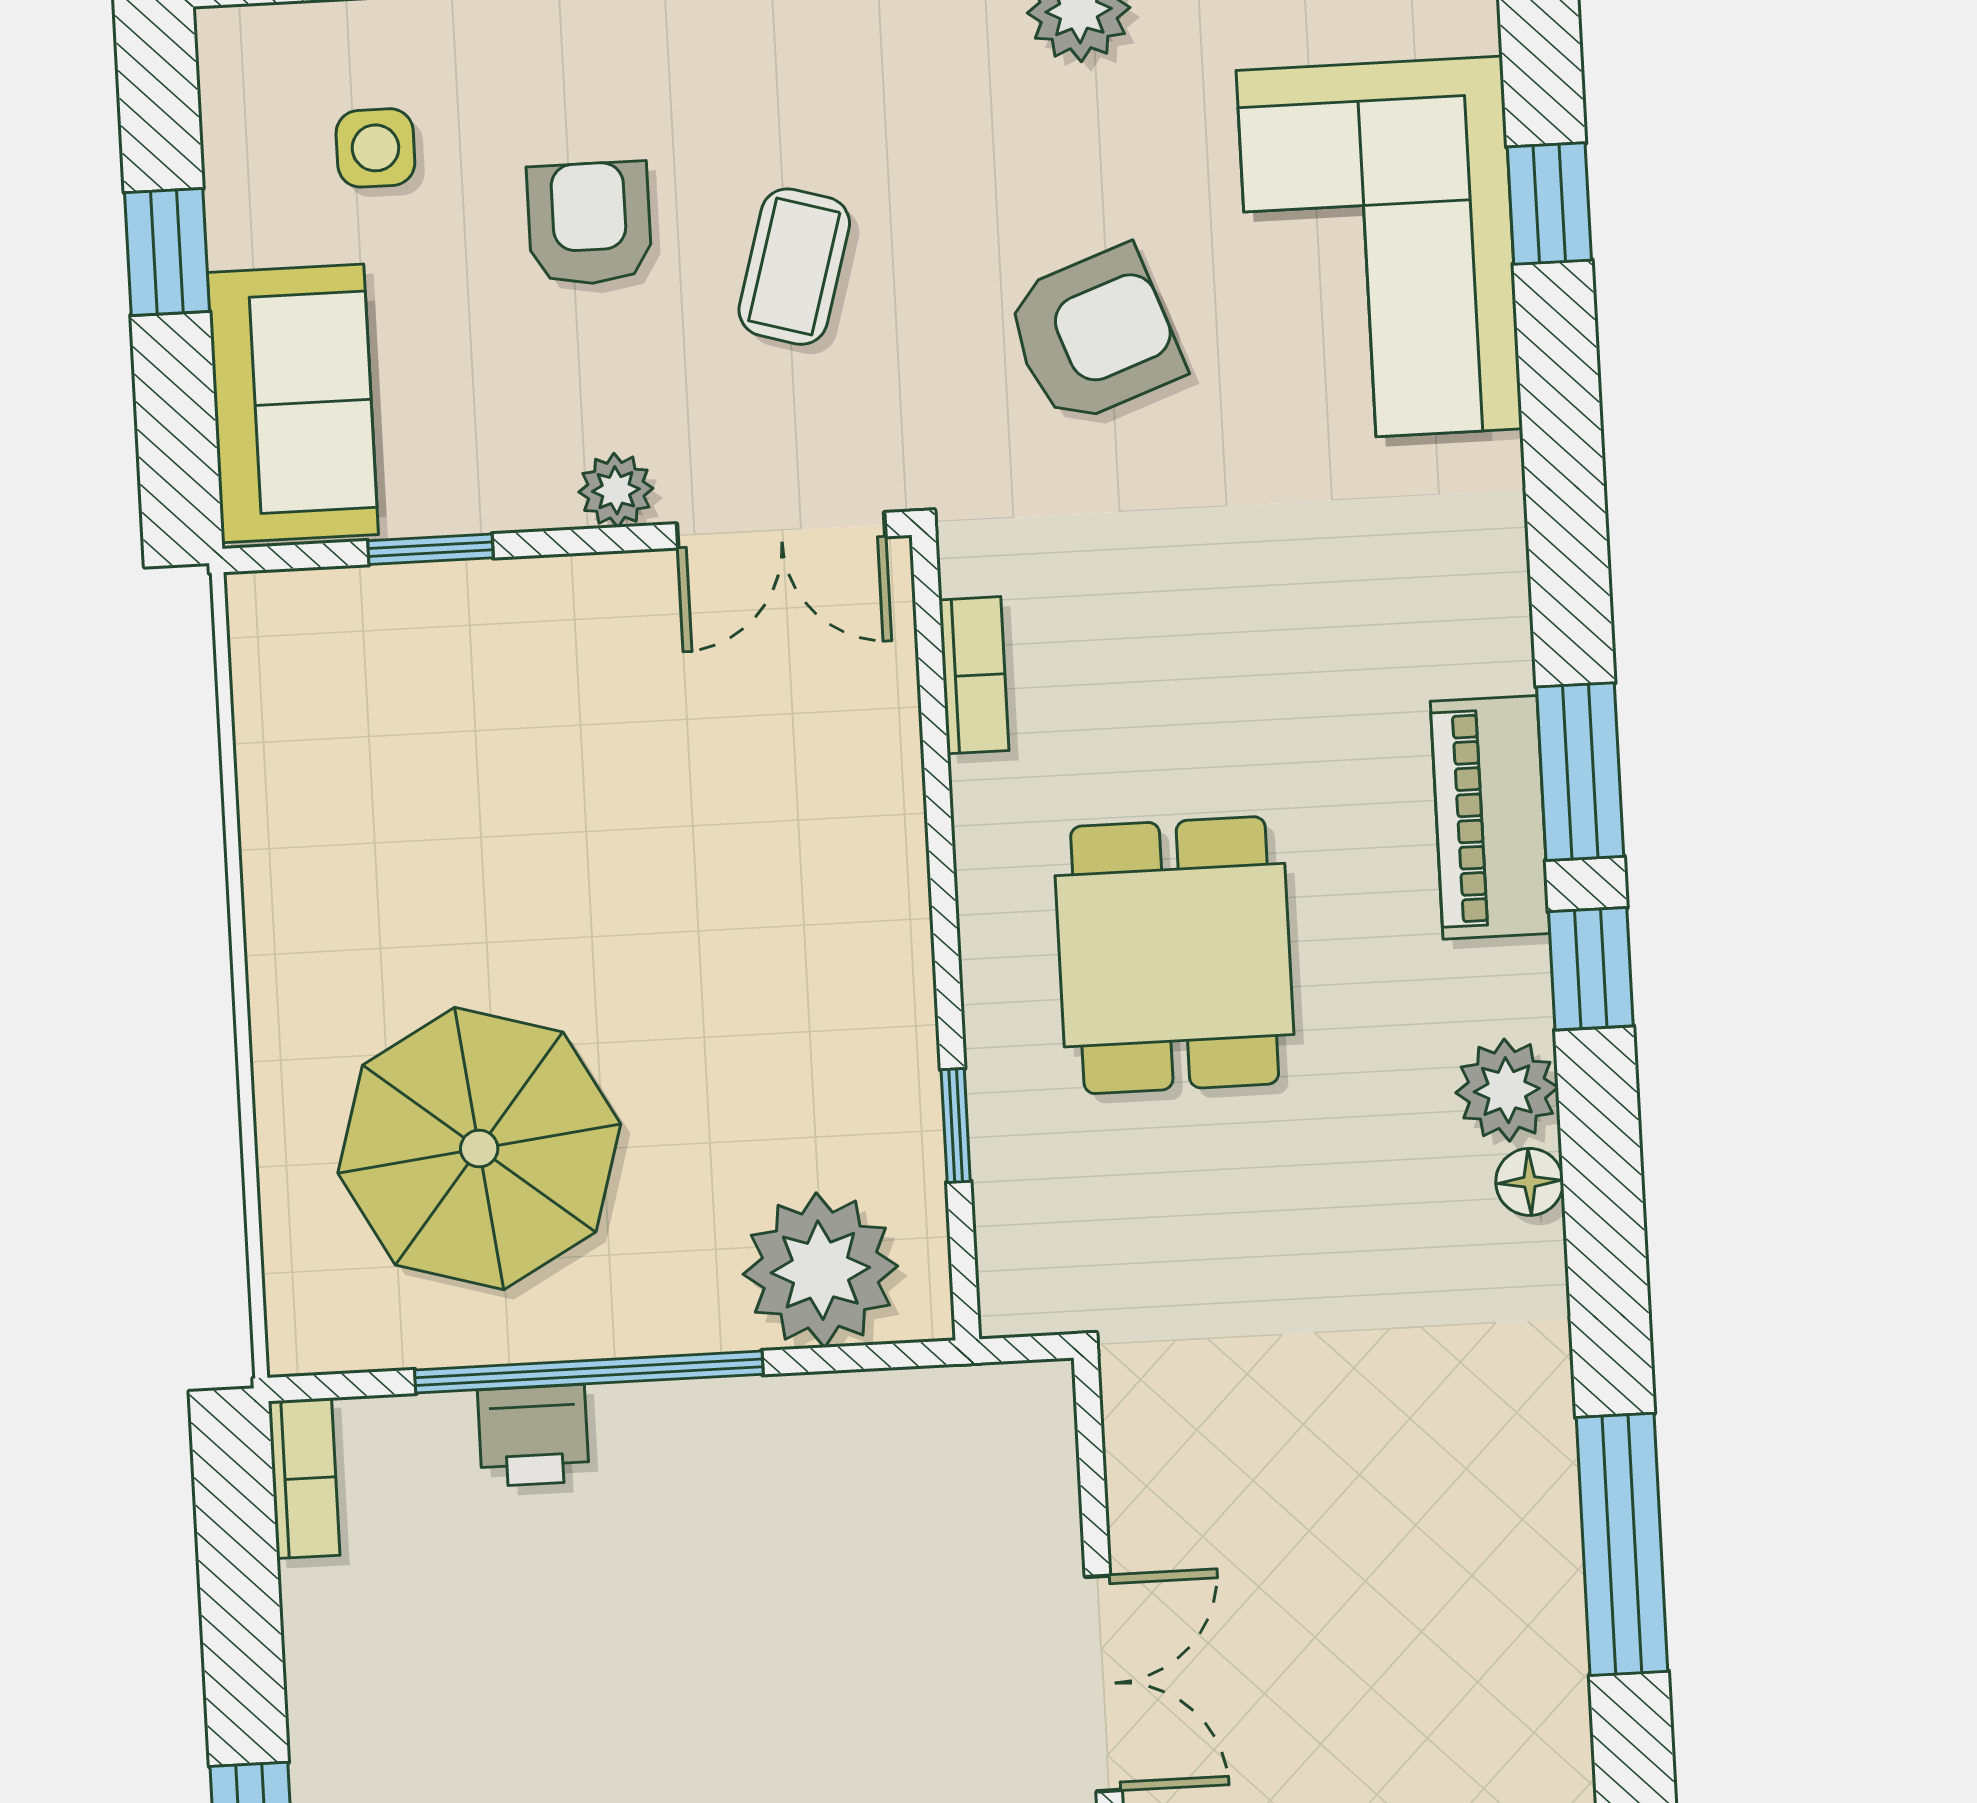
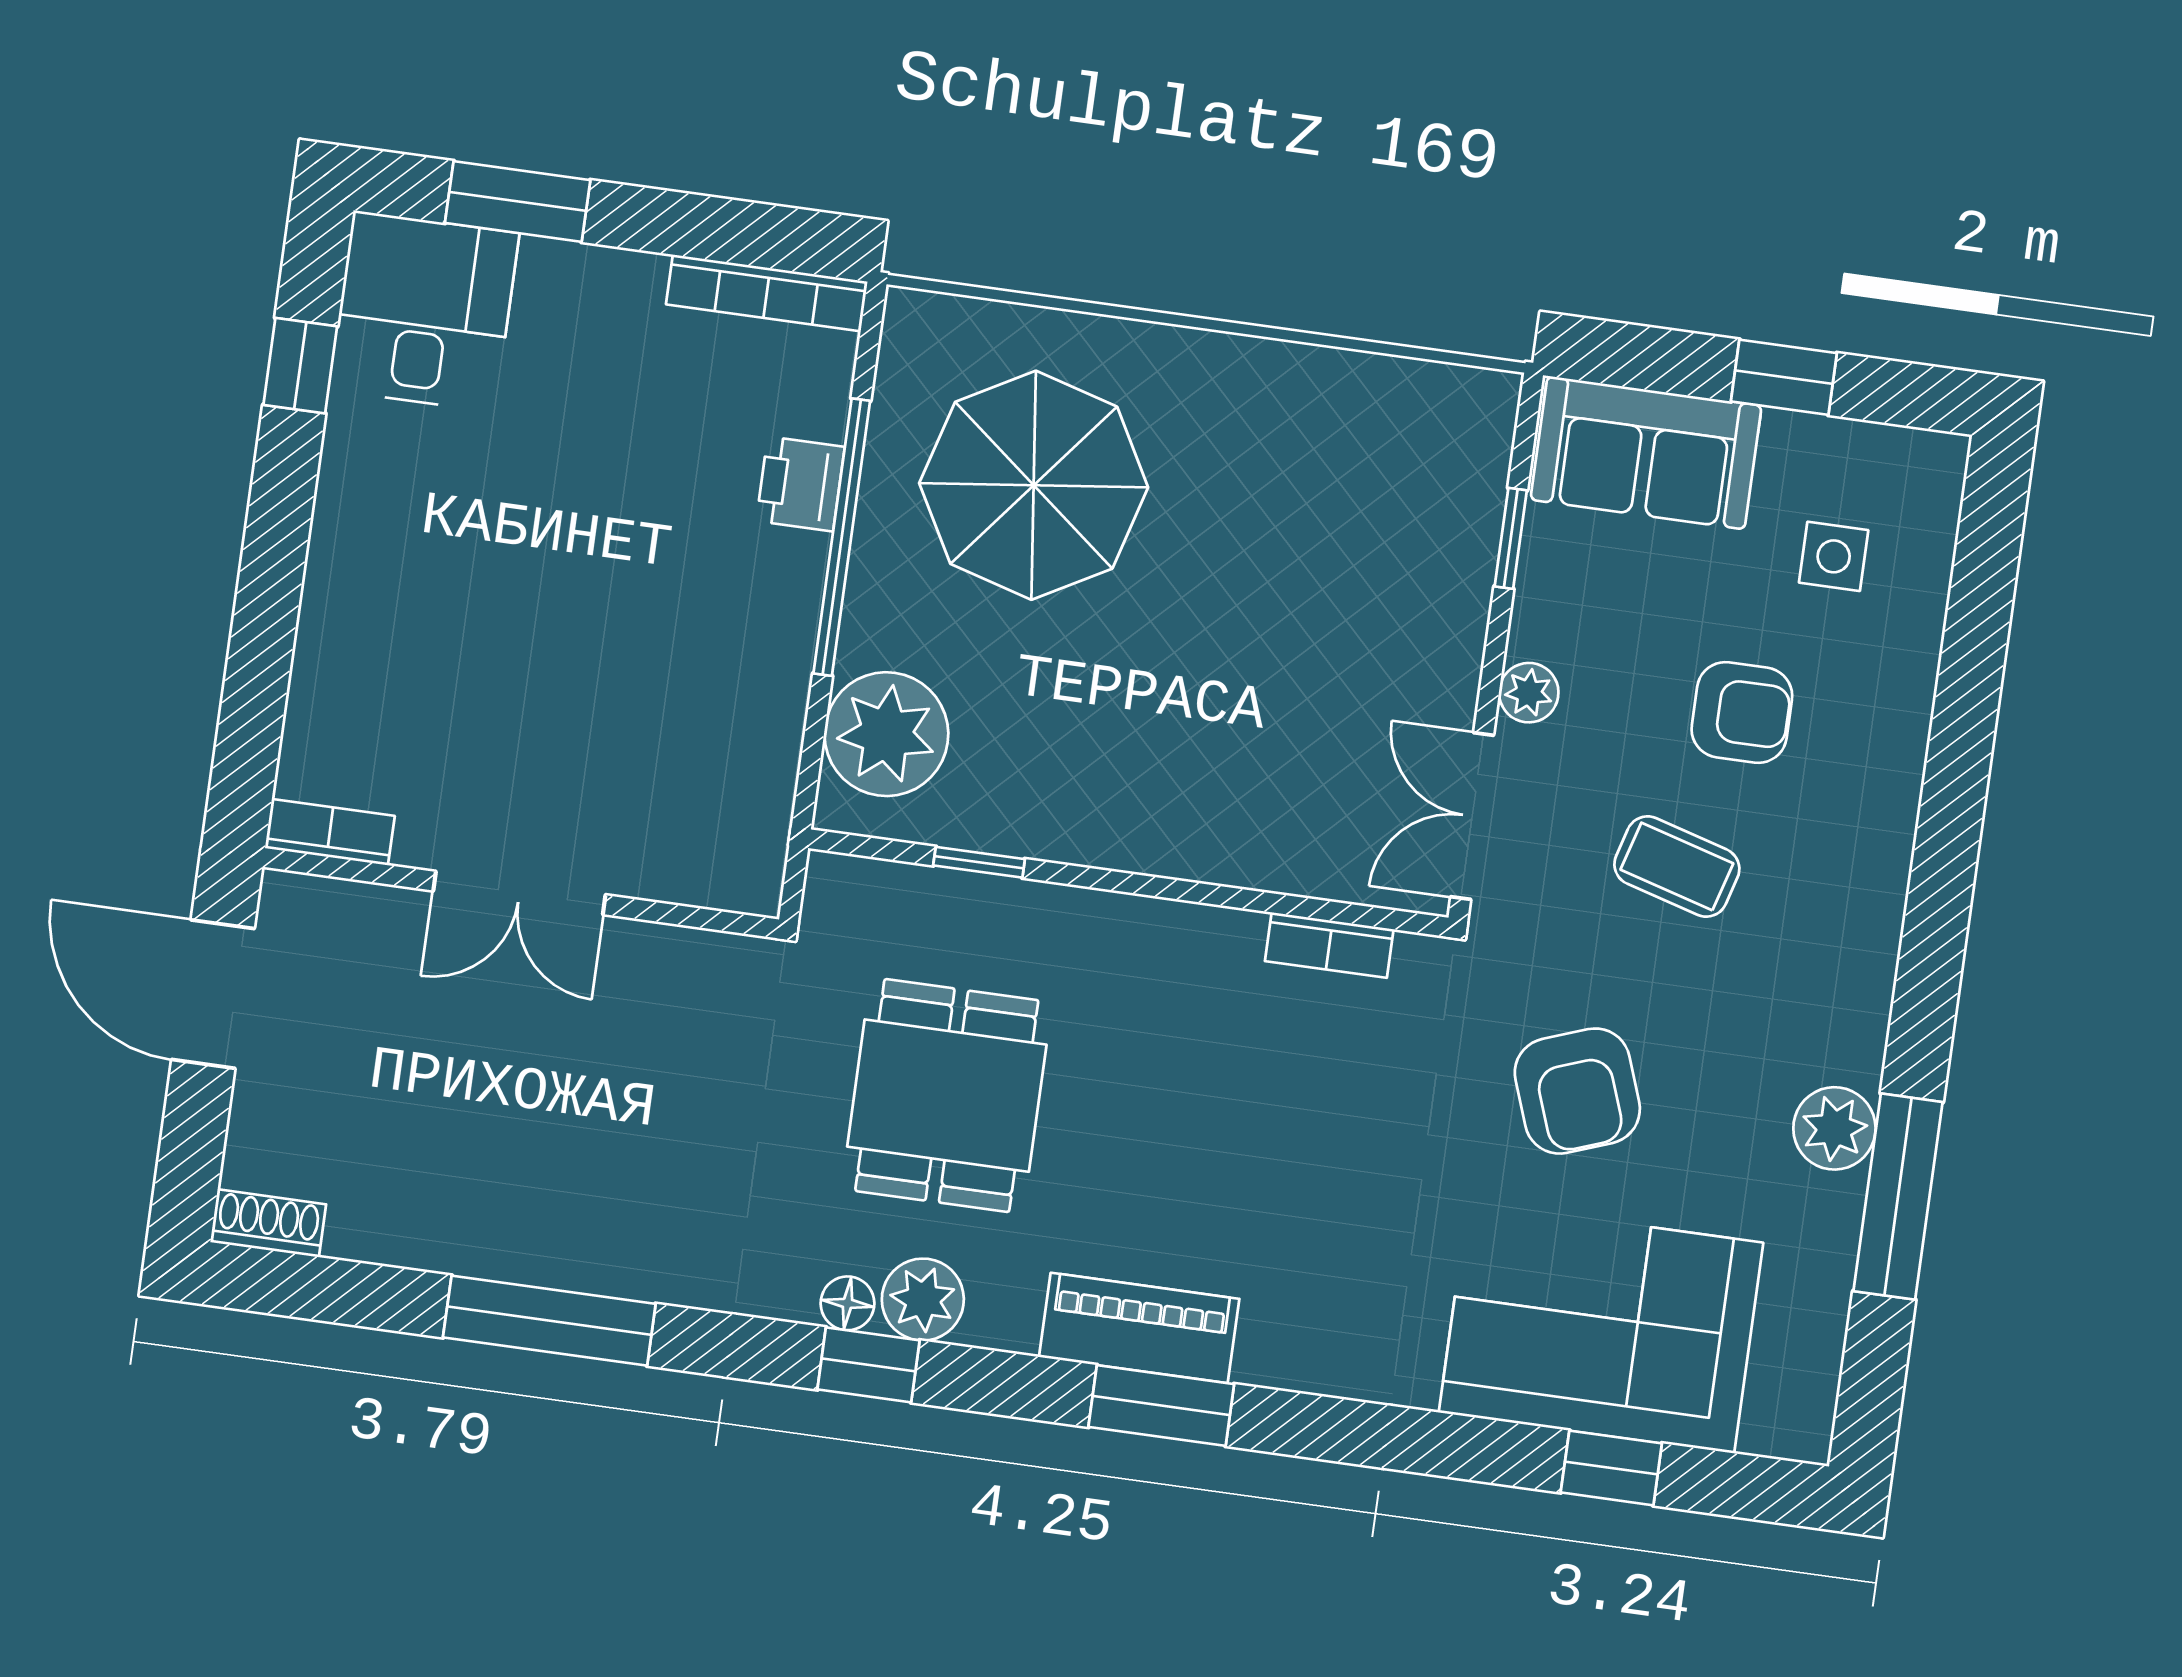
dining table: (1175, 955) -> (947, 1096), moved, turned 90
window: (1591, 969) -> (869, 1365), moved
bookcase: (304, 1478) -> (767, 293), width x1.56

